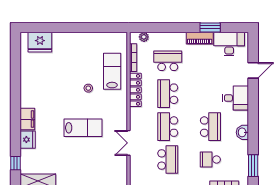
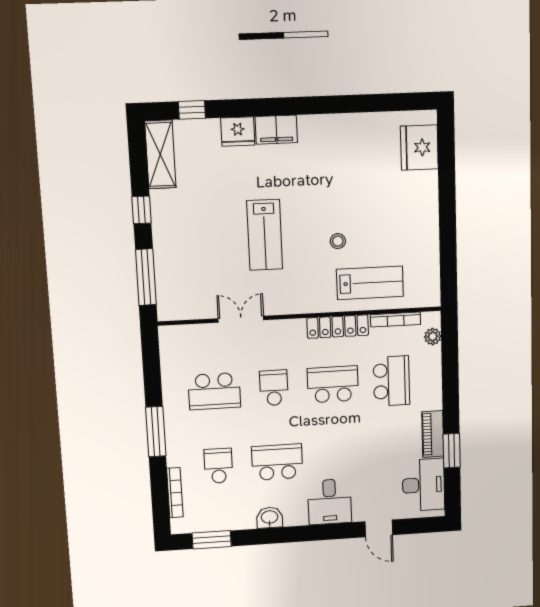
school desk: (168, 127) -> (274, 388), width x0.54
school desk: (210, 127) -> (277, 462), turned 180

